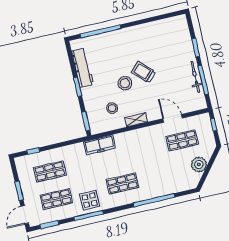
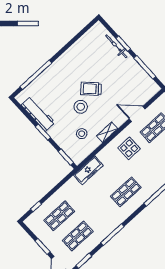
bicycle: (195, 77) -> (116, 46), moved
display table: (90, 200) -> (129, 148), moved

